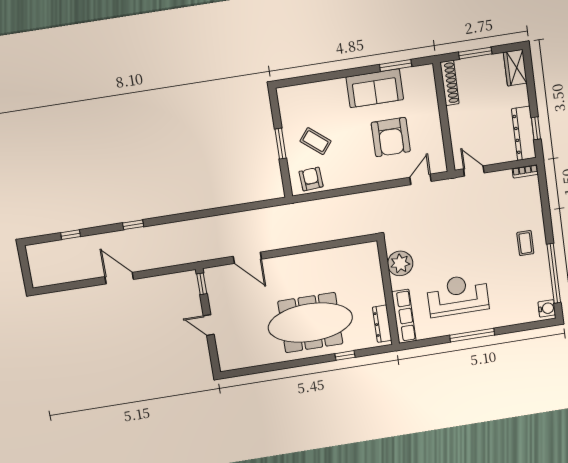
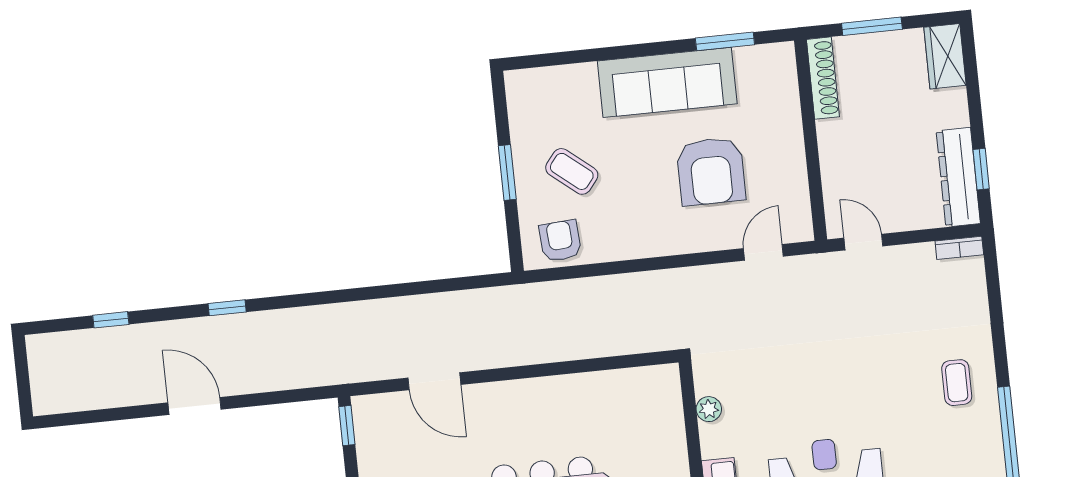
sofa: (375, 88) -> (667, 82), width x1.36
plant: (400, 263) -> (709, 409), width x0.53, depth x0.53

